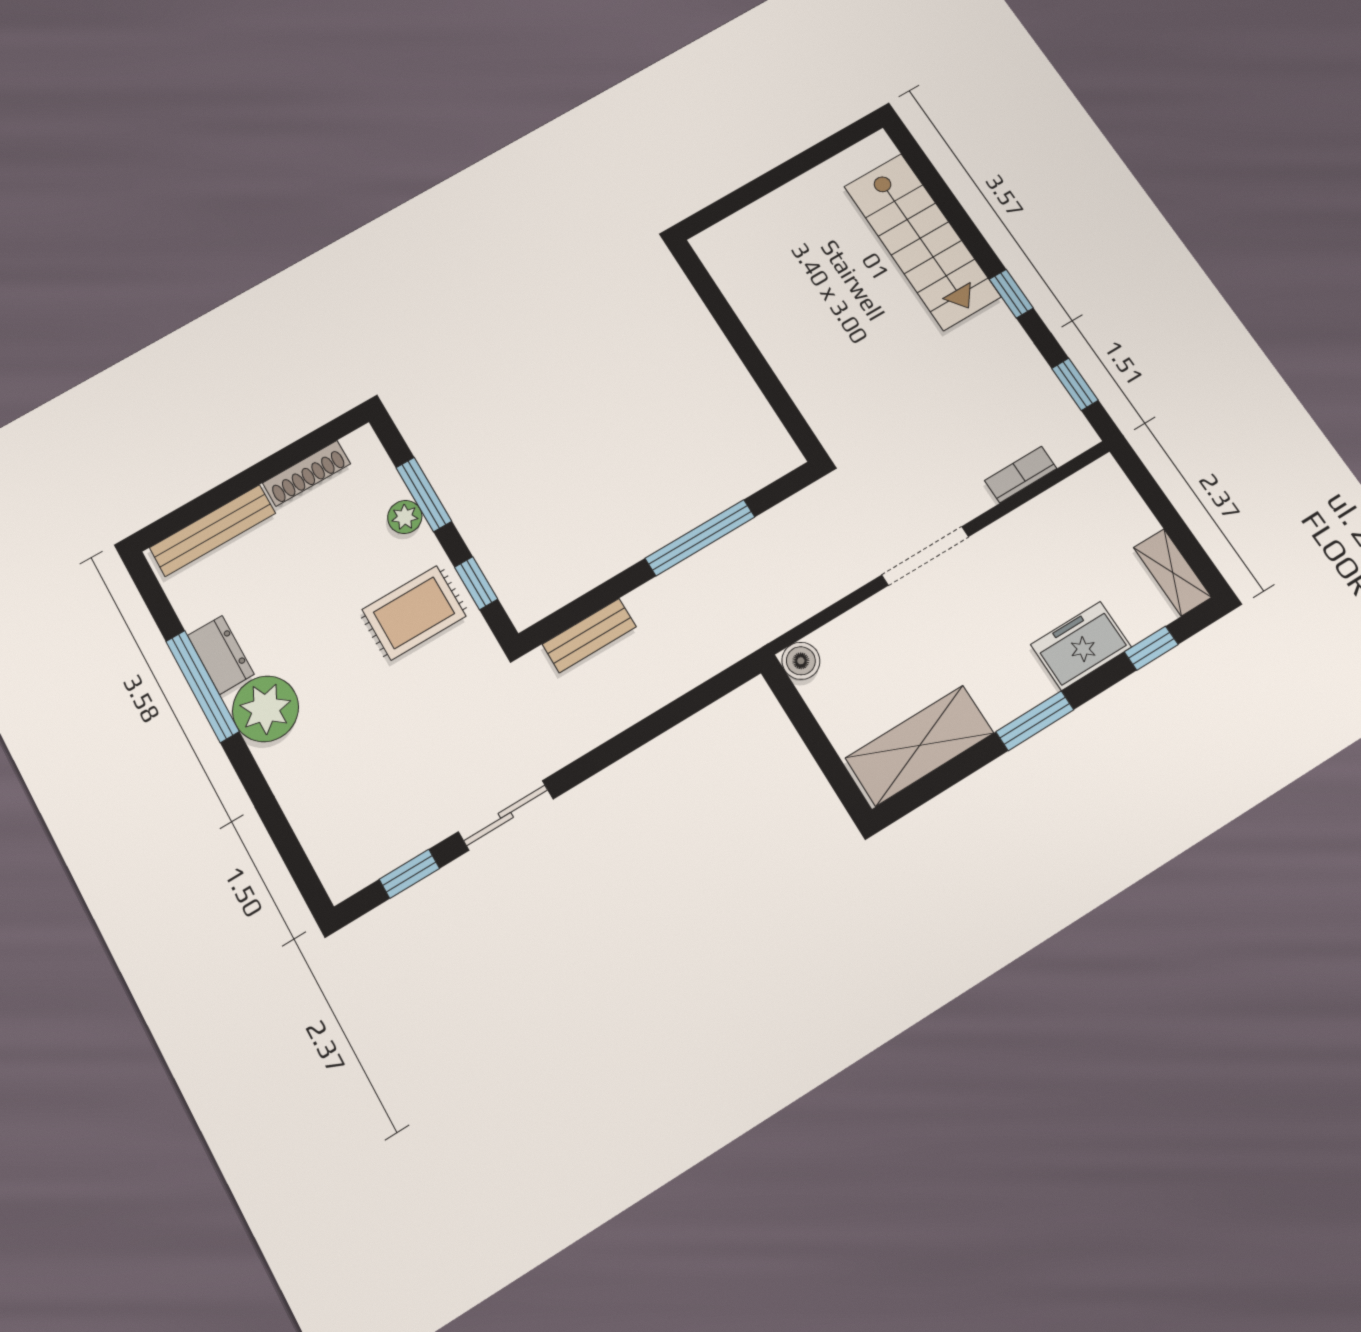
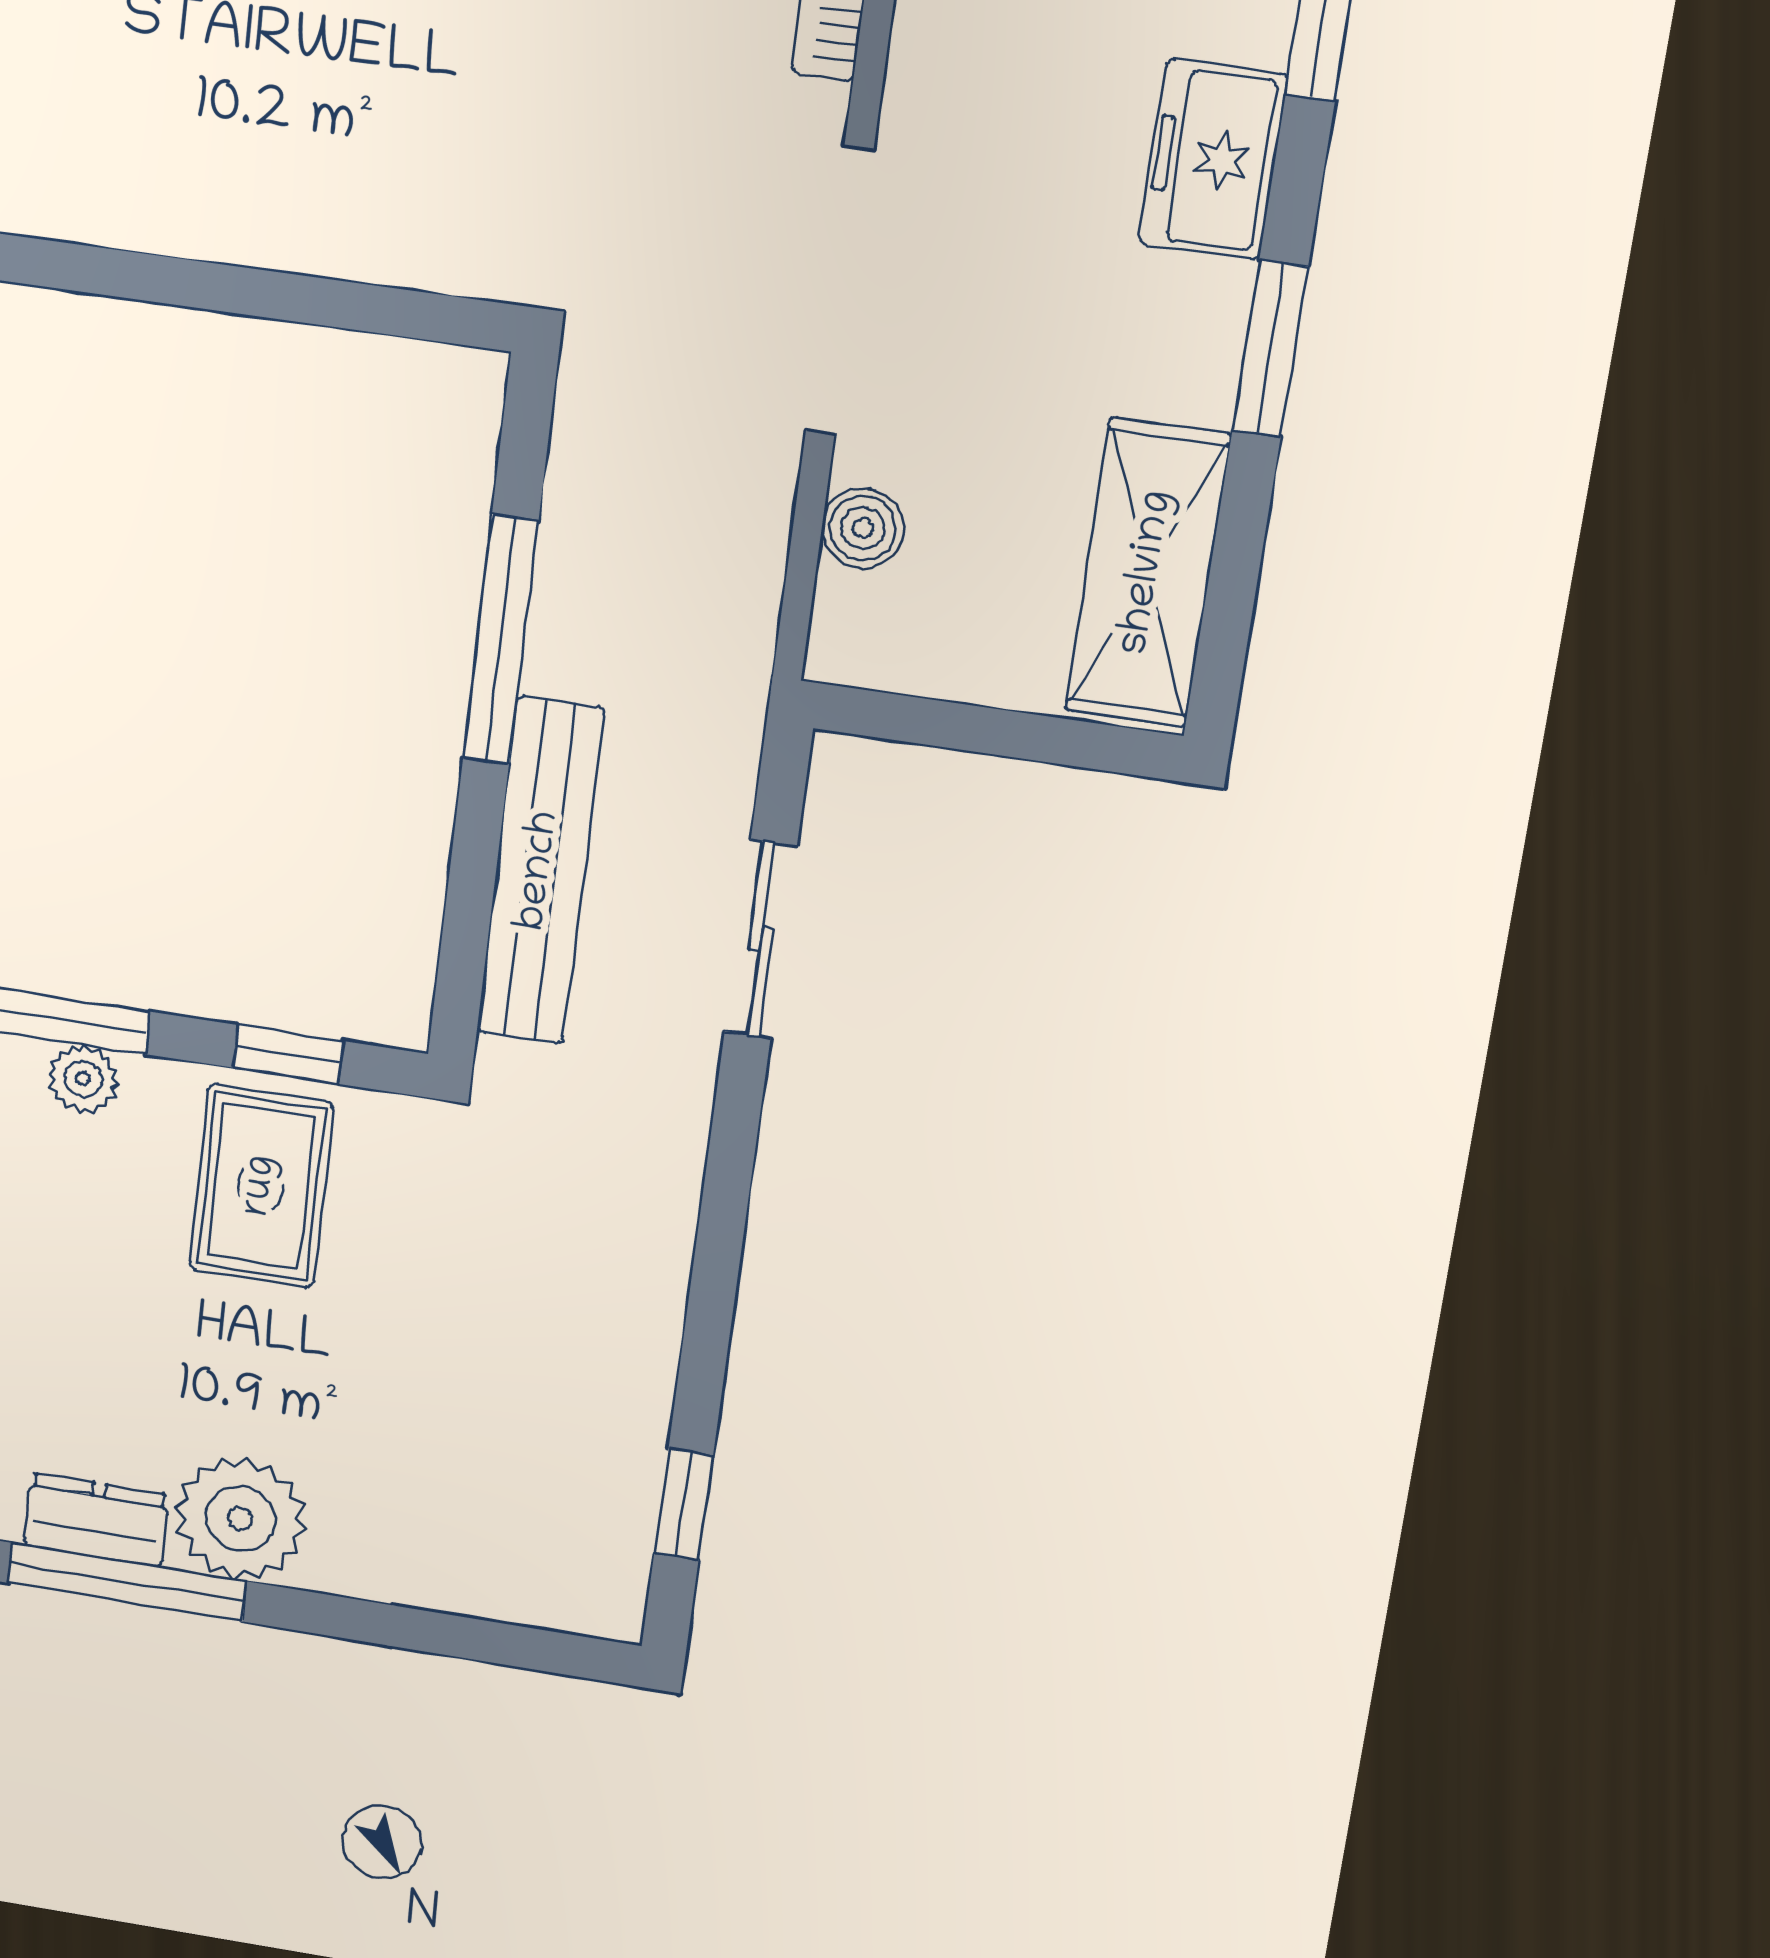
doorway: (925, 556) -> (839, 291), width x1.36
bench: (589, 635) -> (540, 871), width x1.86, depth x1.21
boiler: (801, 661) -> (863, 528), moved
sliding door: (506, 815) -> (761, 939), moved

